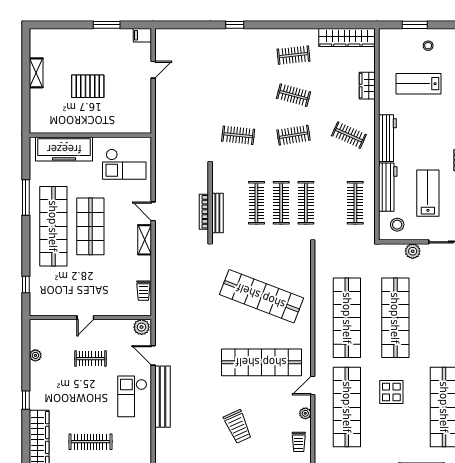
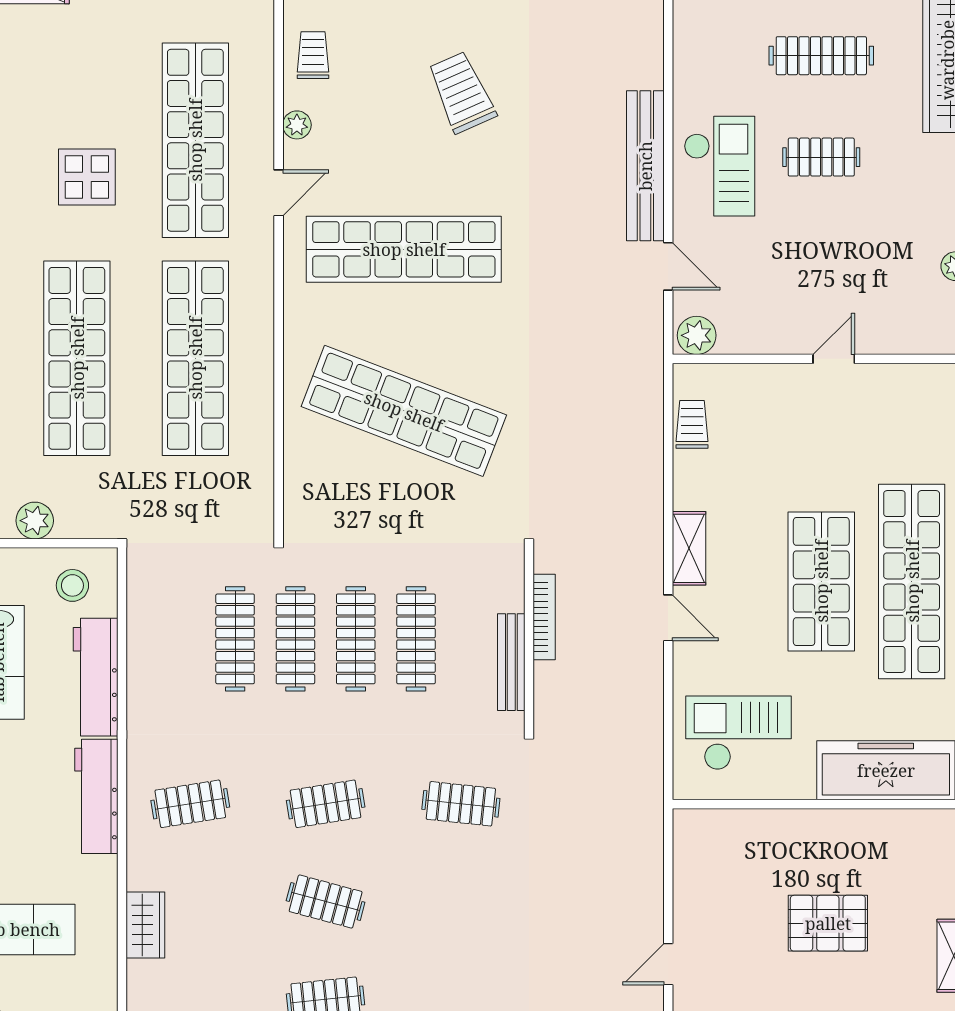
clothes rail: (349, 135) -> (190, 804), turned -33
clothes rail: (355, 203) -> (235, 639), moved
bench: (217, 213) -> (511, 662), moved
clothes rail: (90, 359) -> (821, 157), moved

